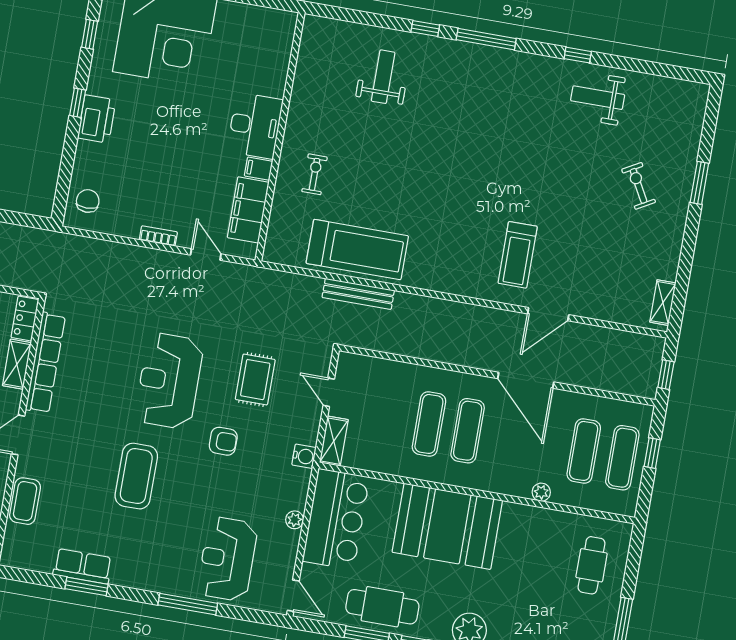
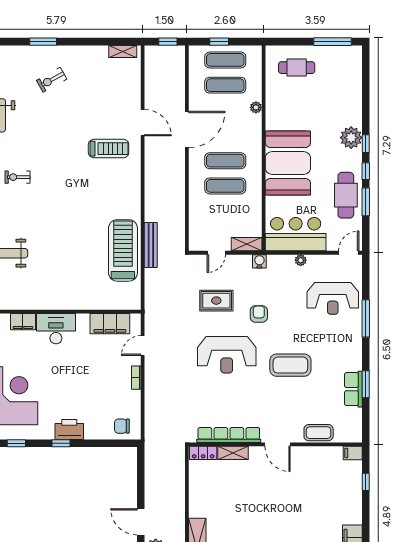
filing cabinet: (259, 169) -> (23, 322), moved, width x2.00
exercise bike: (314, 174) -> (18, 177), moved

